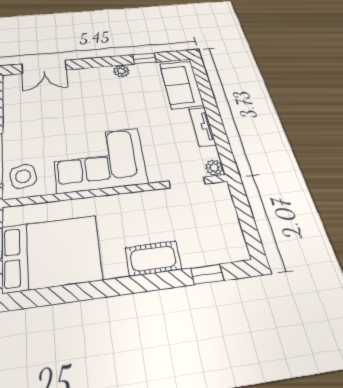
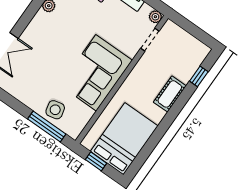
side table: (23, 176) -> (55, 110), moved

